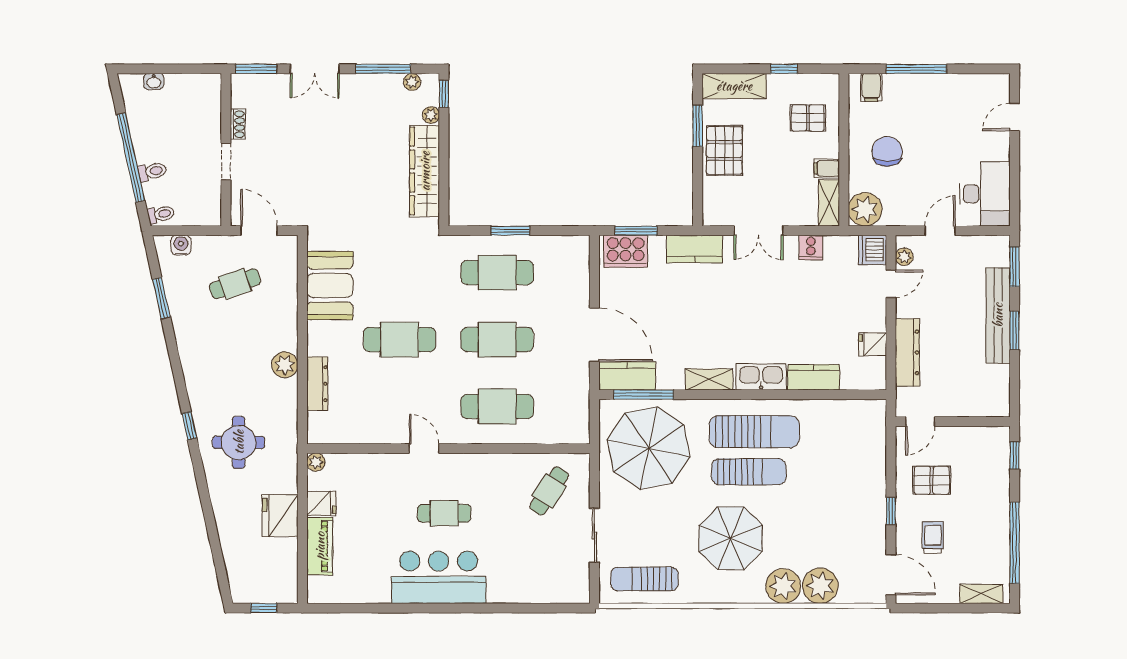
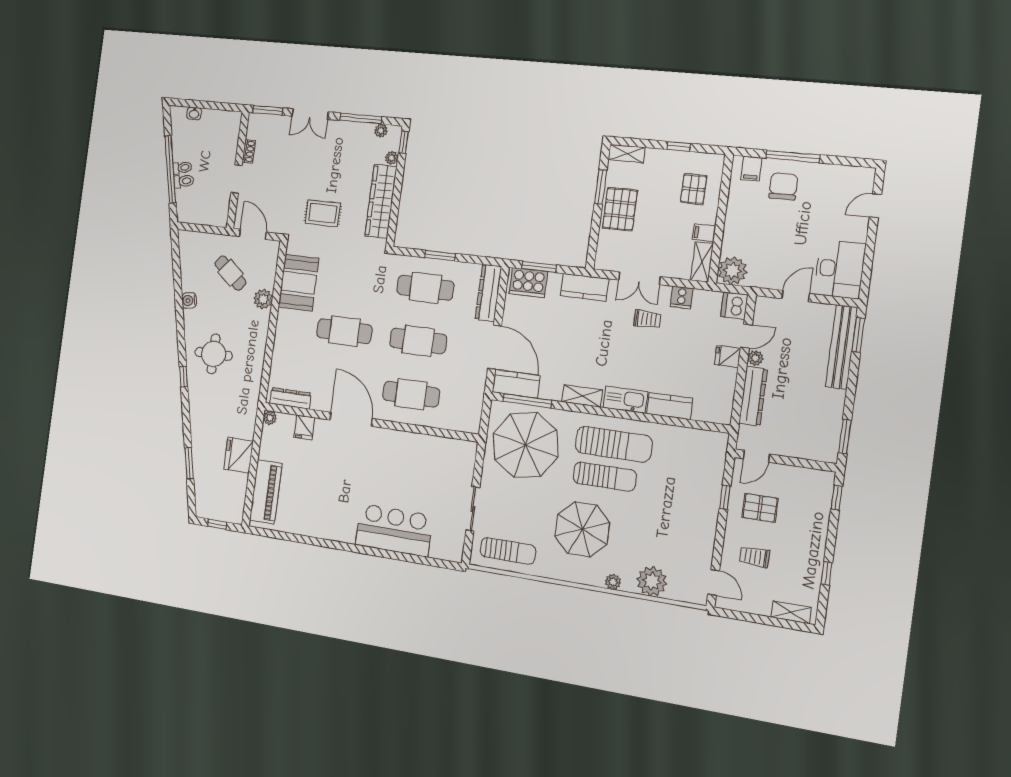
shelving: (734, 86) -> (627, 154), width x0.67, depth x0.75
pallet: (808, 118) -> (694, 189), turned 90
chair: (887, 151) -> (783, 186), moved
rug: (350, 194) -> (323, 213), added
toilet: (161, 214) -> (182, 168), moved
water cooler: (181, 245) -> (189, 300), moved, turned -102
plant: (904, 257) -> (755, 358), moved
dresser: (578, 270) -> (488, 293), added
trolley: (774, 278) -> (647, 319), added
cafe table: (235, 284) -> (230, 273), turned 59
window: (161, 298) -> (189, 463), moved
bench: (998, 315) -> (842, 347), moved
window: (1015, 330) -> (845, 436), moved
fridge: (873, 344) -> (728, 357), moved
plant: (285, 365) -> (263, 299), moved
dresser: (317, 384) -> (290, 398), moved, turned -90
round table: (239, 442) -> (214, 354), moved
door: (424, 449) -> (351, 419), width x1.88
cafe table: (549, 491) -> (442, 468), removed
fridge: (321, 503) -> (304, 427), moved, turned 90
window: (891, 511) -> (725, 497), moved
cafe table: (444, 513) -> (359, 473), removed
trolley: (933, 537) -> (755, 557), turned -89
window: (1015, 543) -> (827, 573), width x0.32
piano: (320, 546) -> (266, 492), width x1.37, depth x1.33
door: (891, 575) -> (714, 582), width x0.73
bar counter: (439, 577) -> (394, 530), moved
sun lounger: (644, 579) -> (508, 551), turned 180
plant: (783, 586) -> (613, 582), width x0.53, depth x0.53

